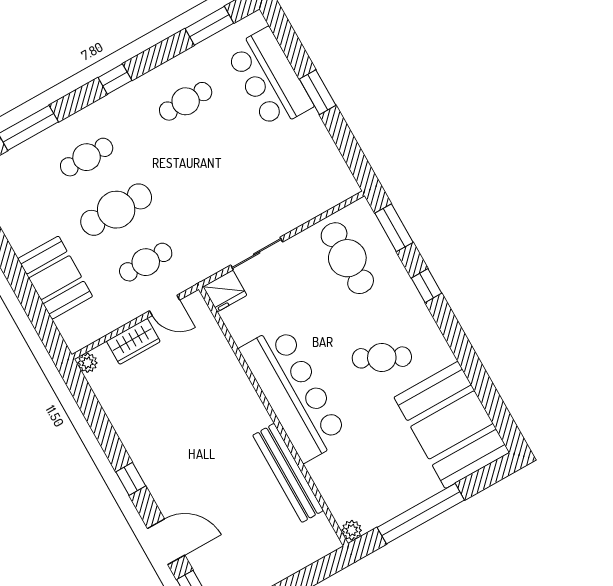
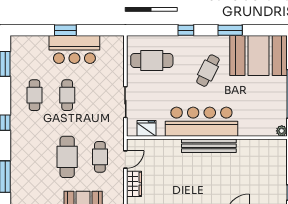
bar counter: (269, 79) -> (74, 49), moved
cafe table: (87, 157) -> (67, 95), moved
window: (394, 228) -> (230, 30), moved
fridge: (225, 291) -> (146, 128), moved, turned -90
bench: (288, 473) -> (209, 146), moved

